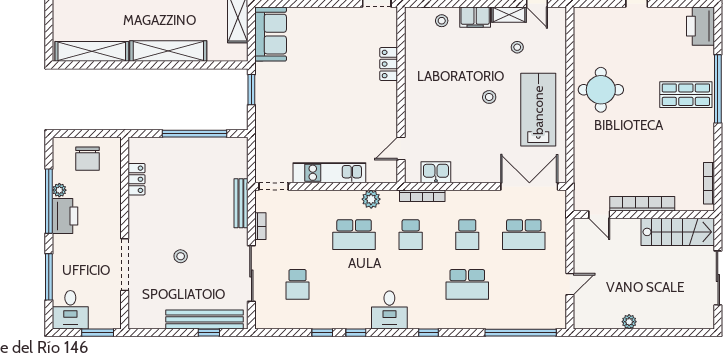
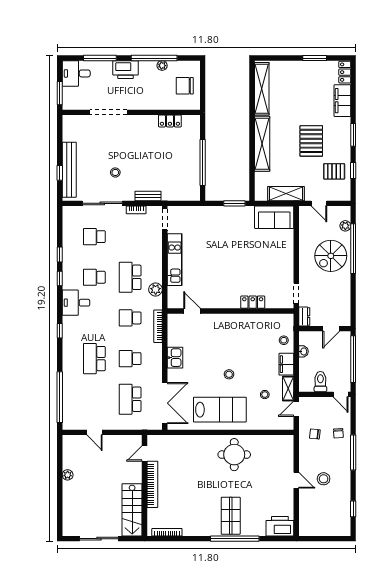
kitchen sink: (436, 172) -> (175, 358), moved
bench: (241, 203) -> (148, 196), width x0.73
printer: (65, 216) -> (126, 70), moved
stool: (181, 256) -> (115, 172), moved
school desk: (354, 284) -> (94, 277), added

